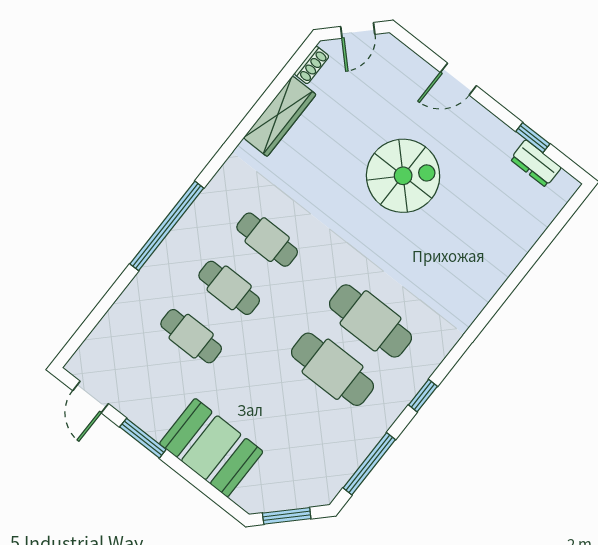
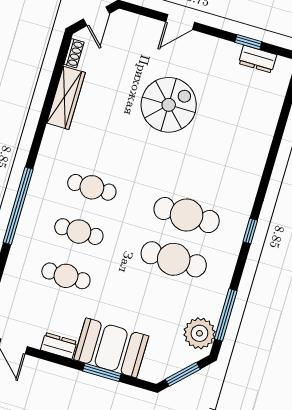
window: (423, 396) -> (250, 231), moved
dresser: (147, 419) -> (59, 346), added
window: (143, 438) -> (102, 372), moved
plant: (328, 474) -> (199, 333), added

